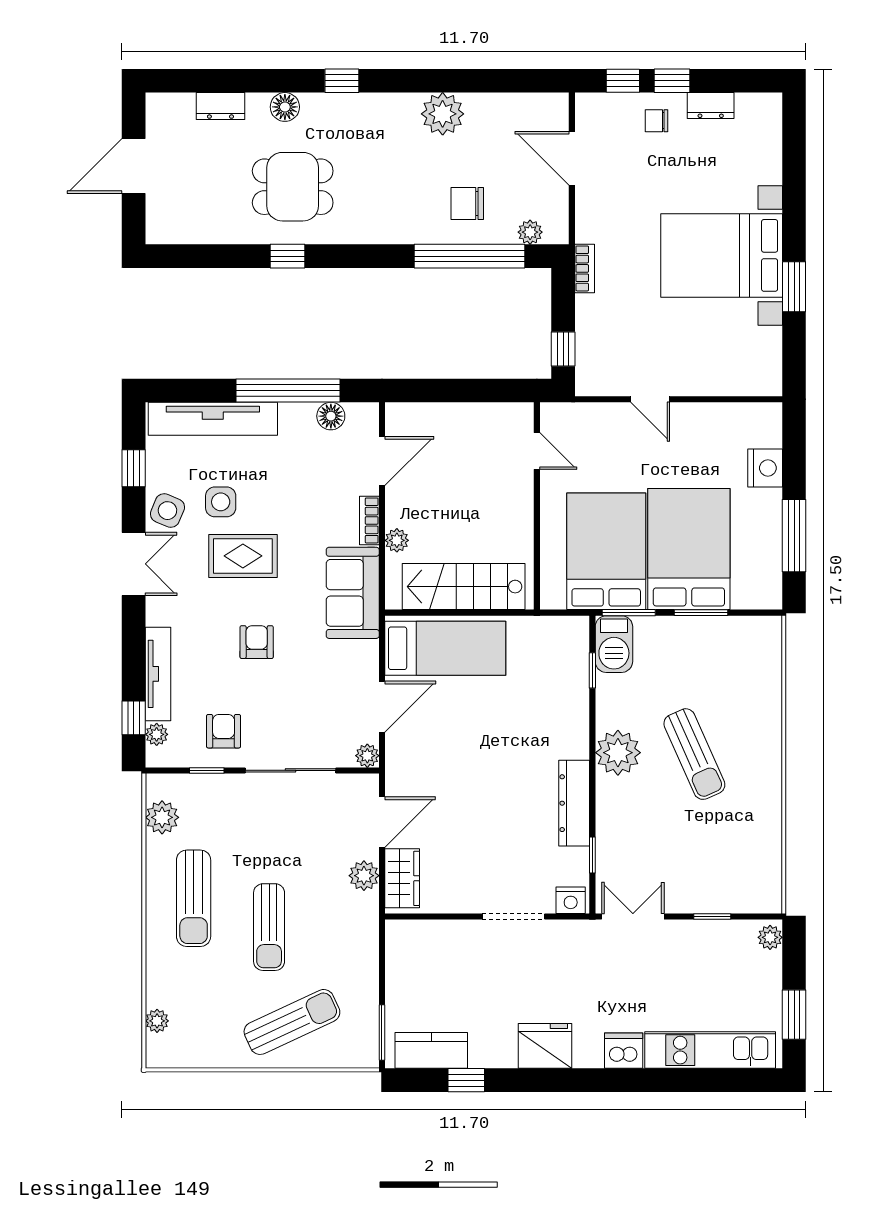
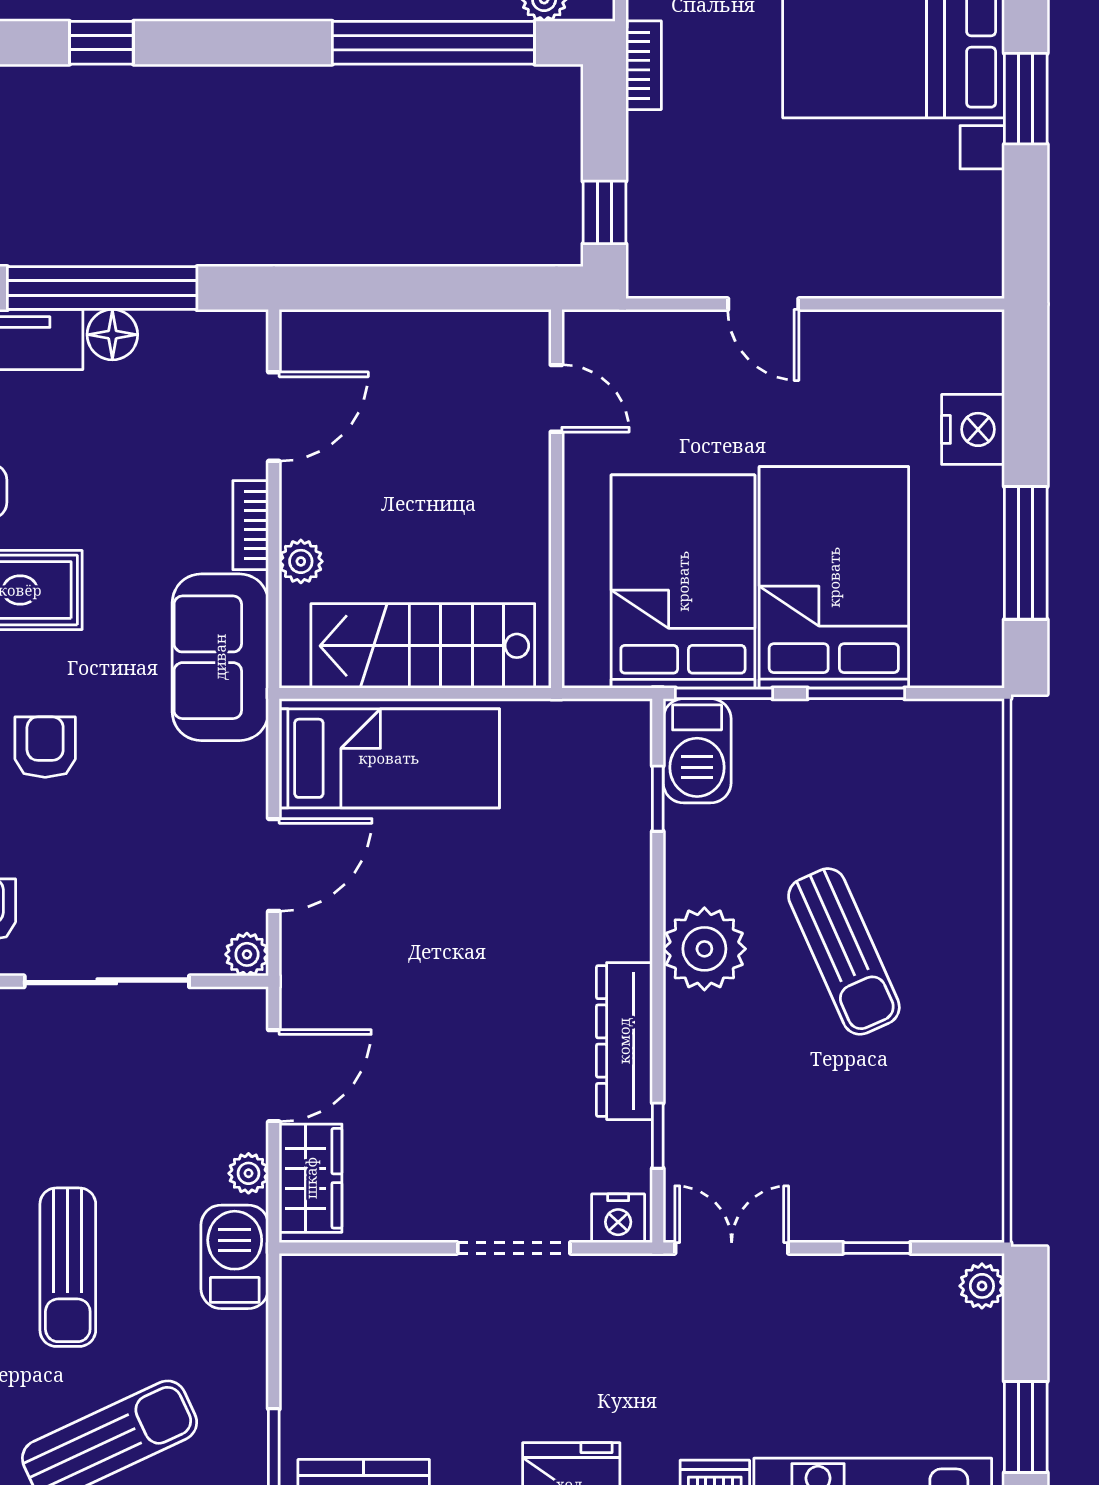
floor lamp: (331, 416) -> (112, 335), moved
plant: (364, 876) -> (248, 1173), width x0.73, depth x0.73
barbecue: (361, 921) -> (235, 1257), added

